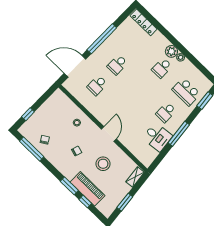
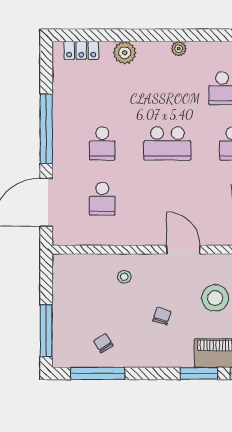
locker: (144, 22) -> (81, 50), width x0.66
plant: (171, 51) -> (125, 53), moved
school desk: (162, 68) -> (167, 143), moved, width x1.85
window: (28, 114) -> (46, 331), width x2.17

